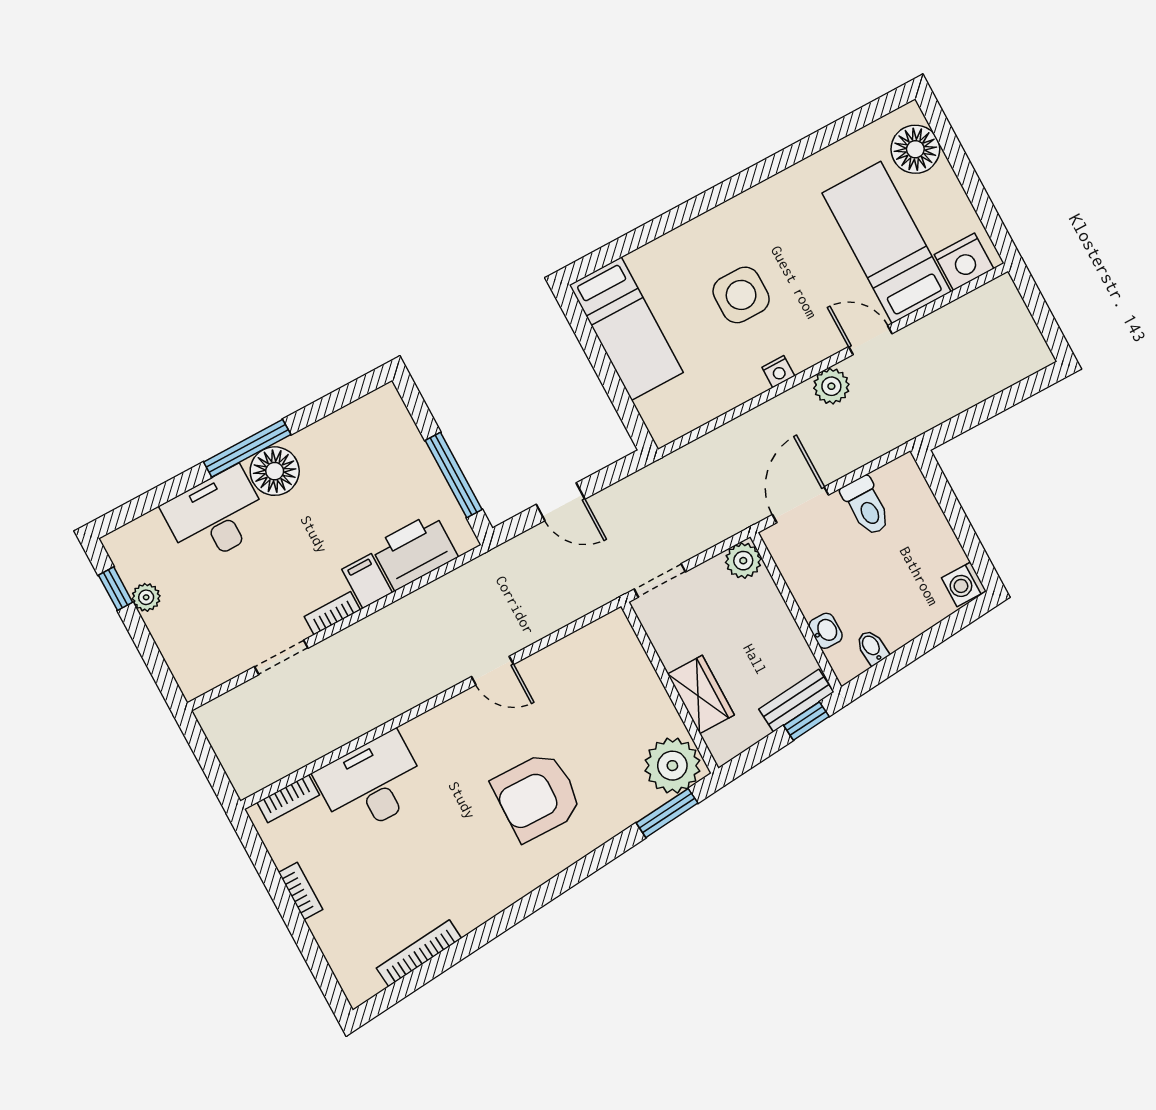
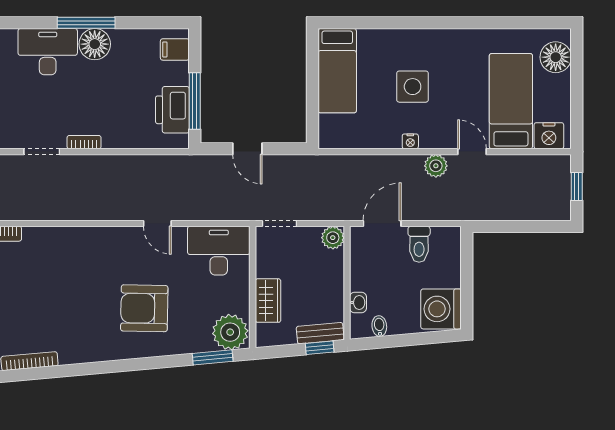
window: (1040, 310) -> (577, 186), added
printer: (414, 551) -> (172, 110), moved, turned -90
filing cabinet: (367, 581) -> (175, 49), moved, turned -90
washing machine: (964, 584) -> (441, 309), width x1.89, depth x1.89
desk: (372, 784) -> (219, 251), moved

